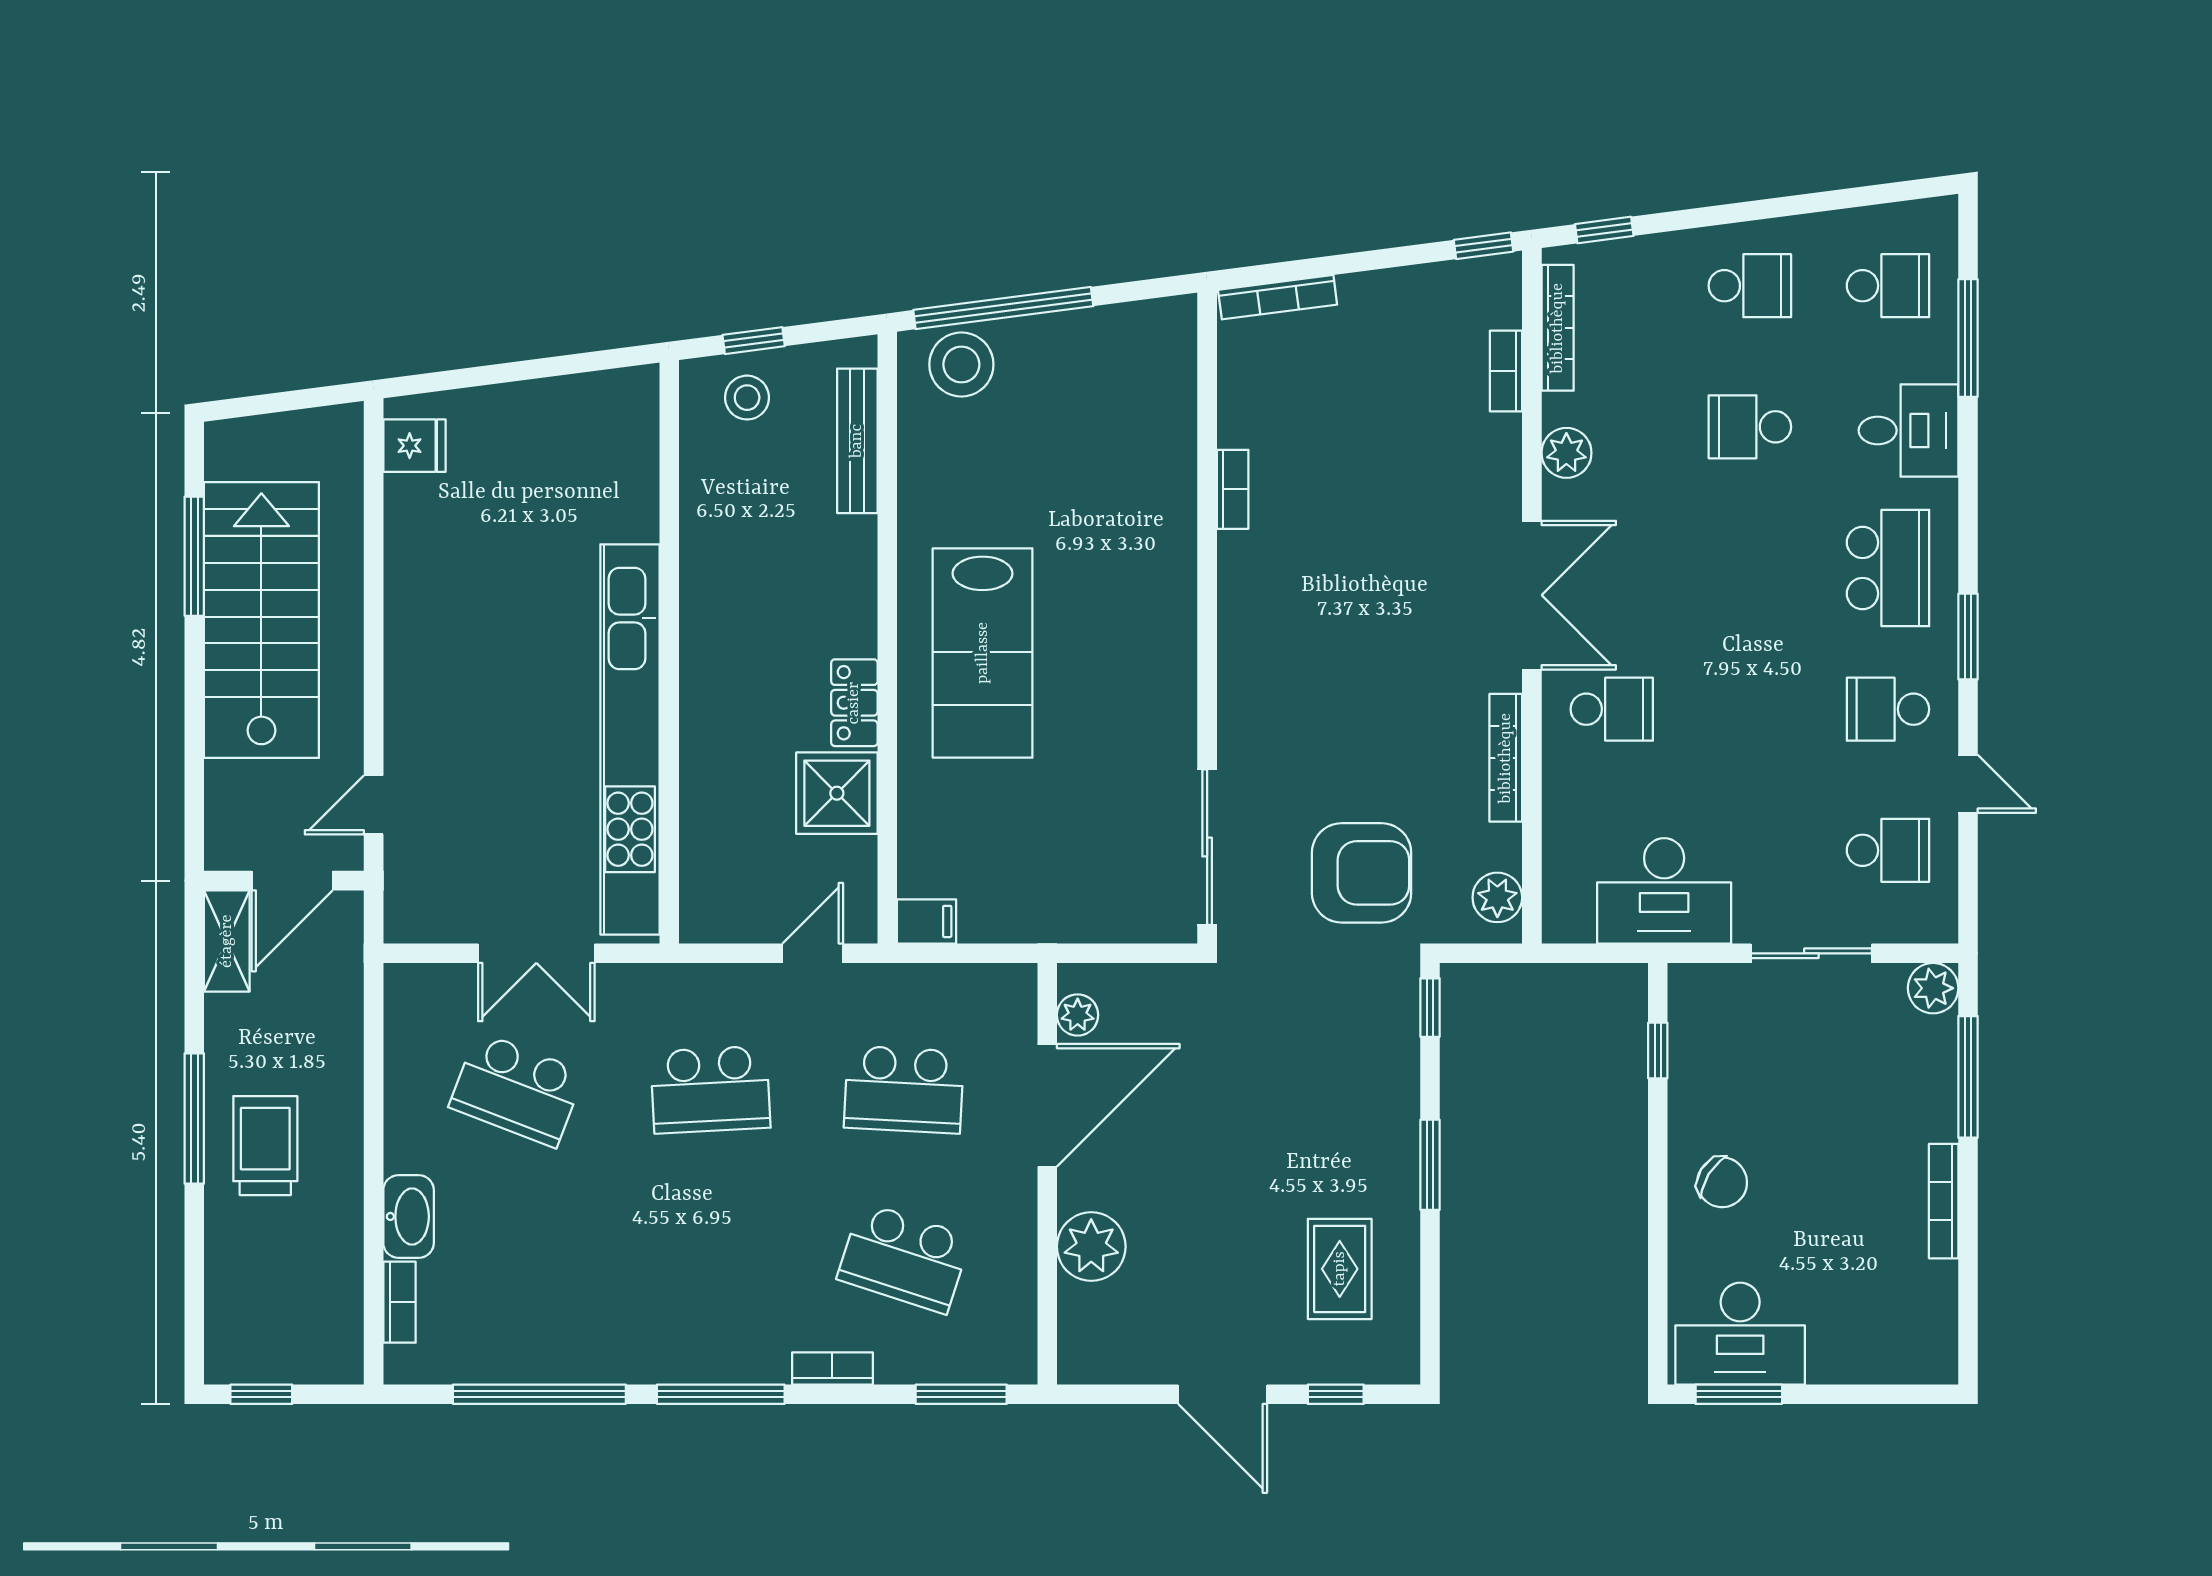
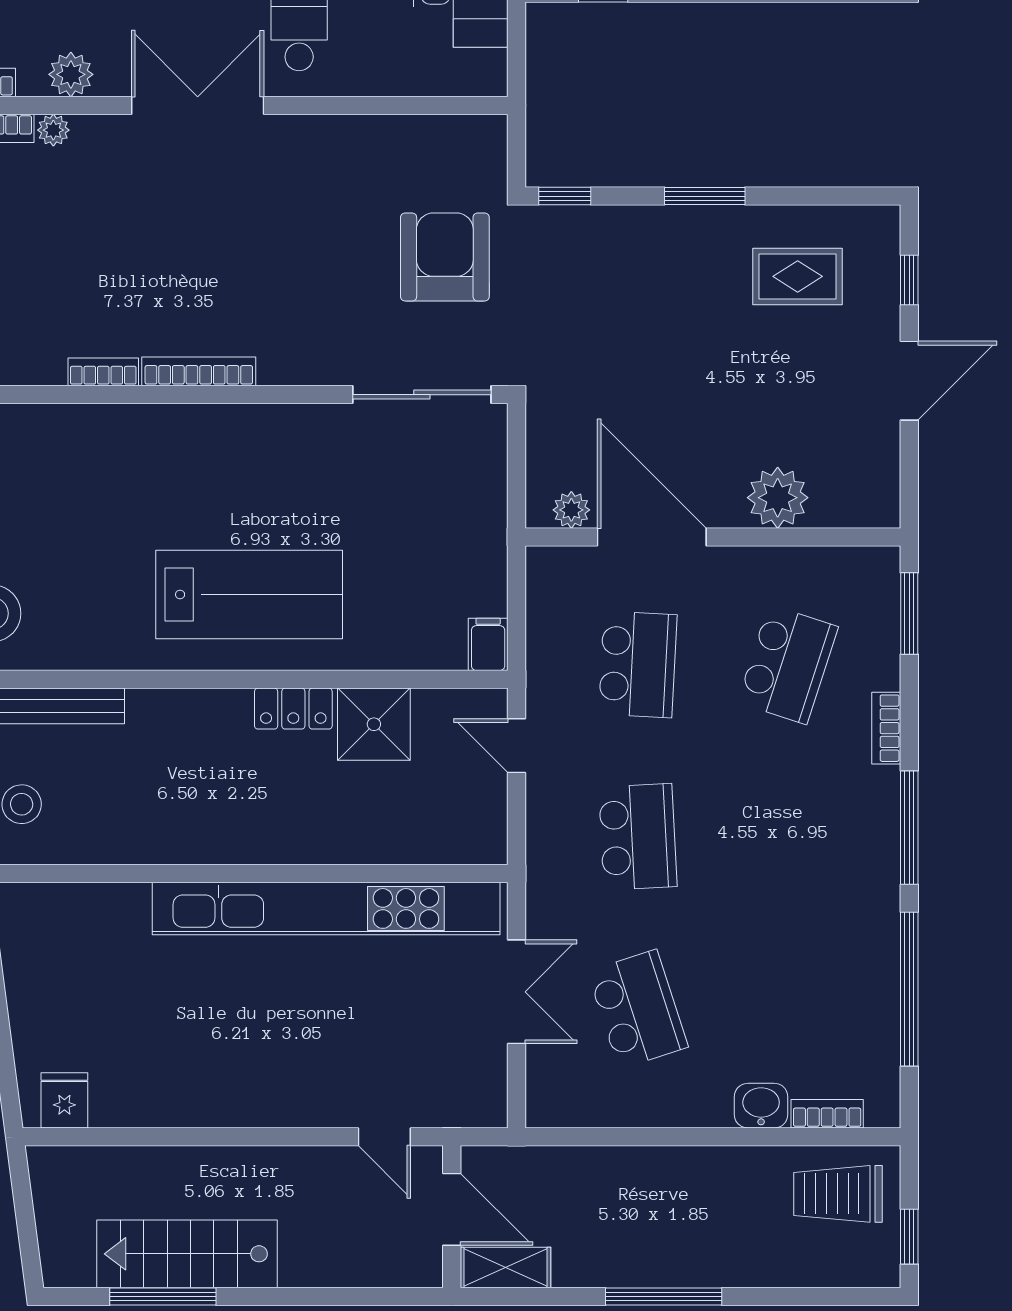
stairs: (261, 620) -> (187, 1254), width x0.73, depth x0.66
bookcase: (1506, 758) -> (199, 371), moved, turned 180
plant: (1497, 897) -> (53, 130), moved, width x0.73, depth x0.73
school desk: (517, 1090) -> (638, 1009), turned -39
trolley: (265, 1146) -> (838, 1194), moved
washbasin: (409, 1216) -> (761, 1106), width x0.72

